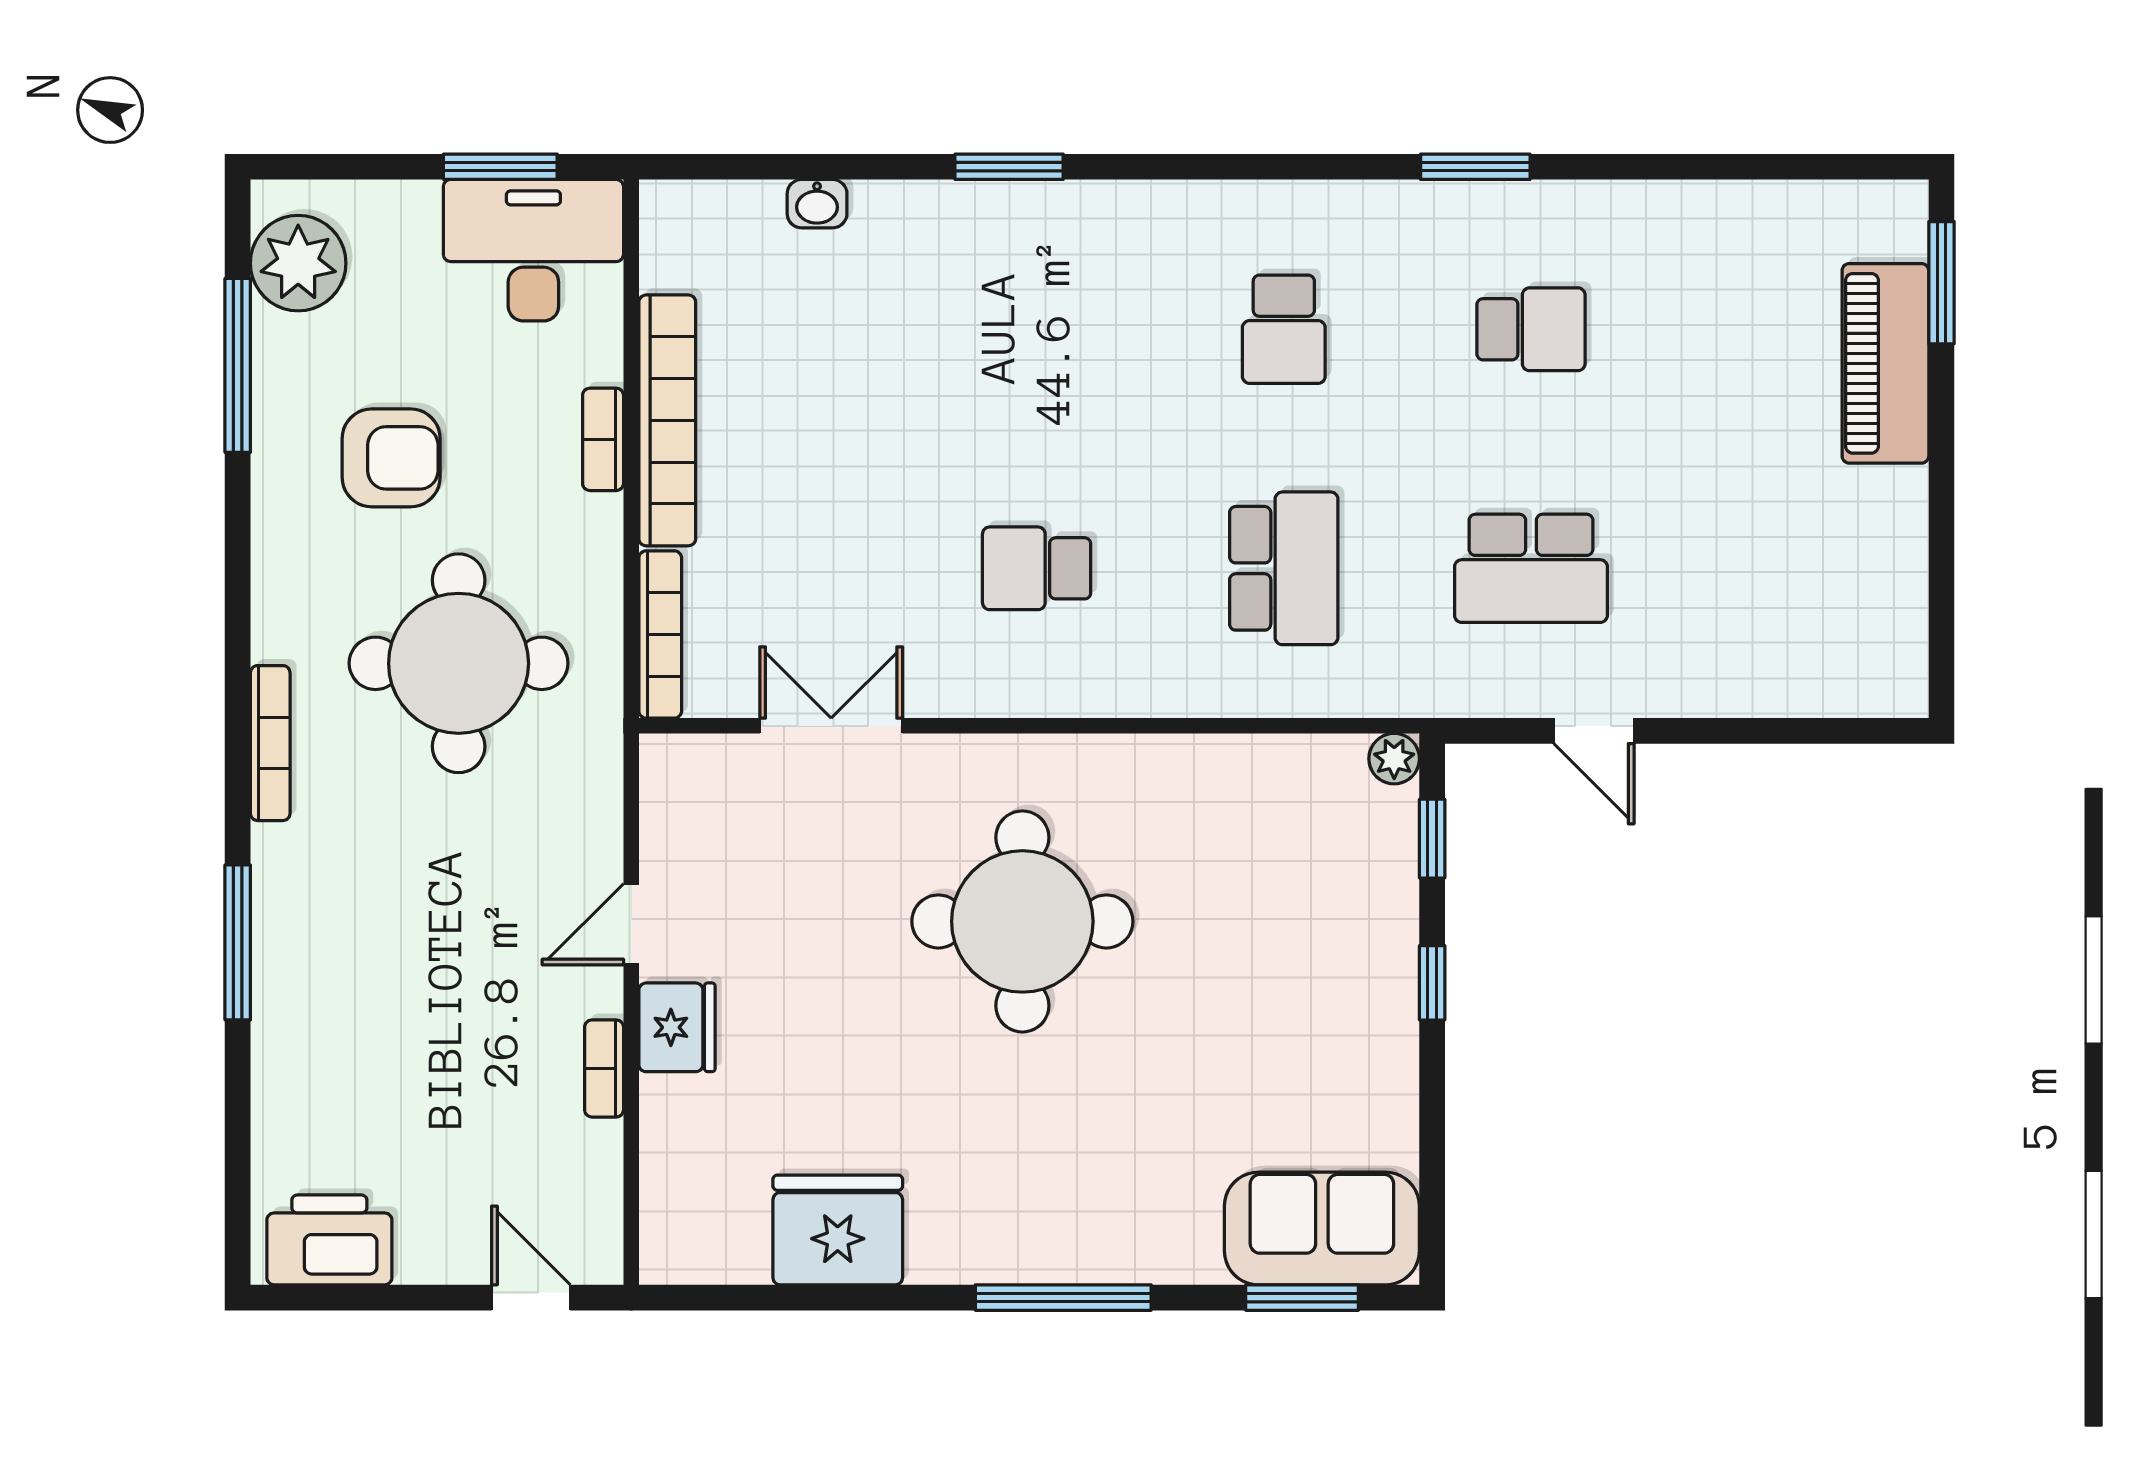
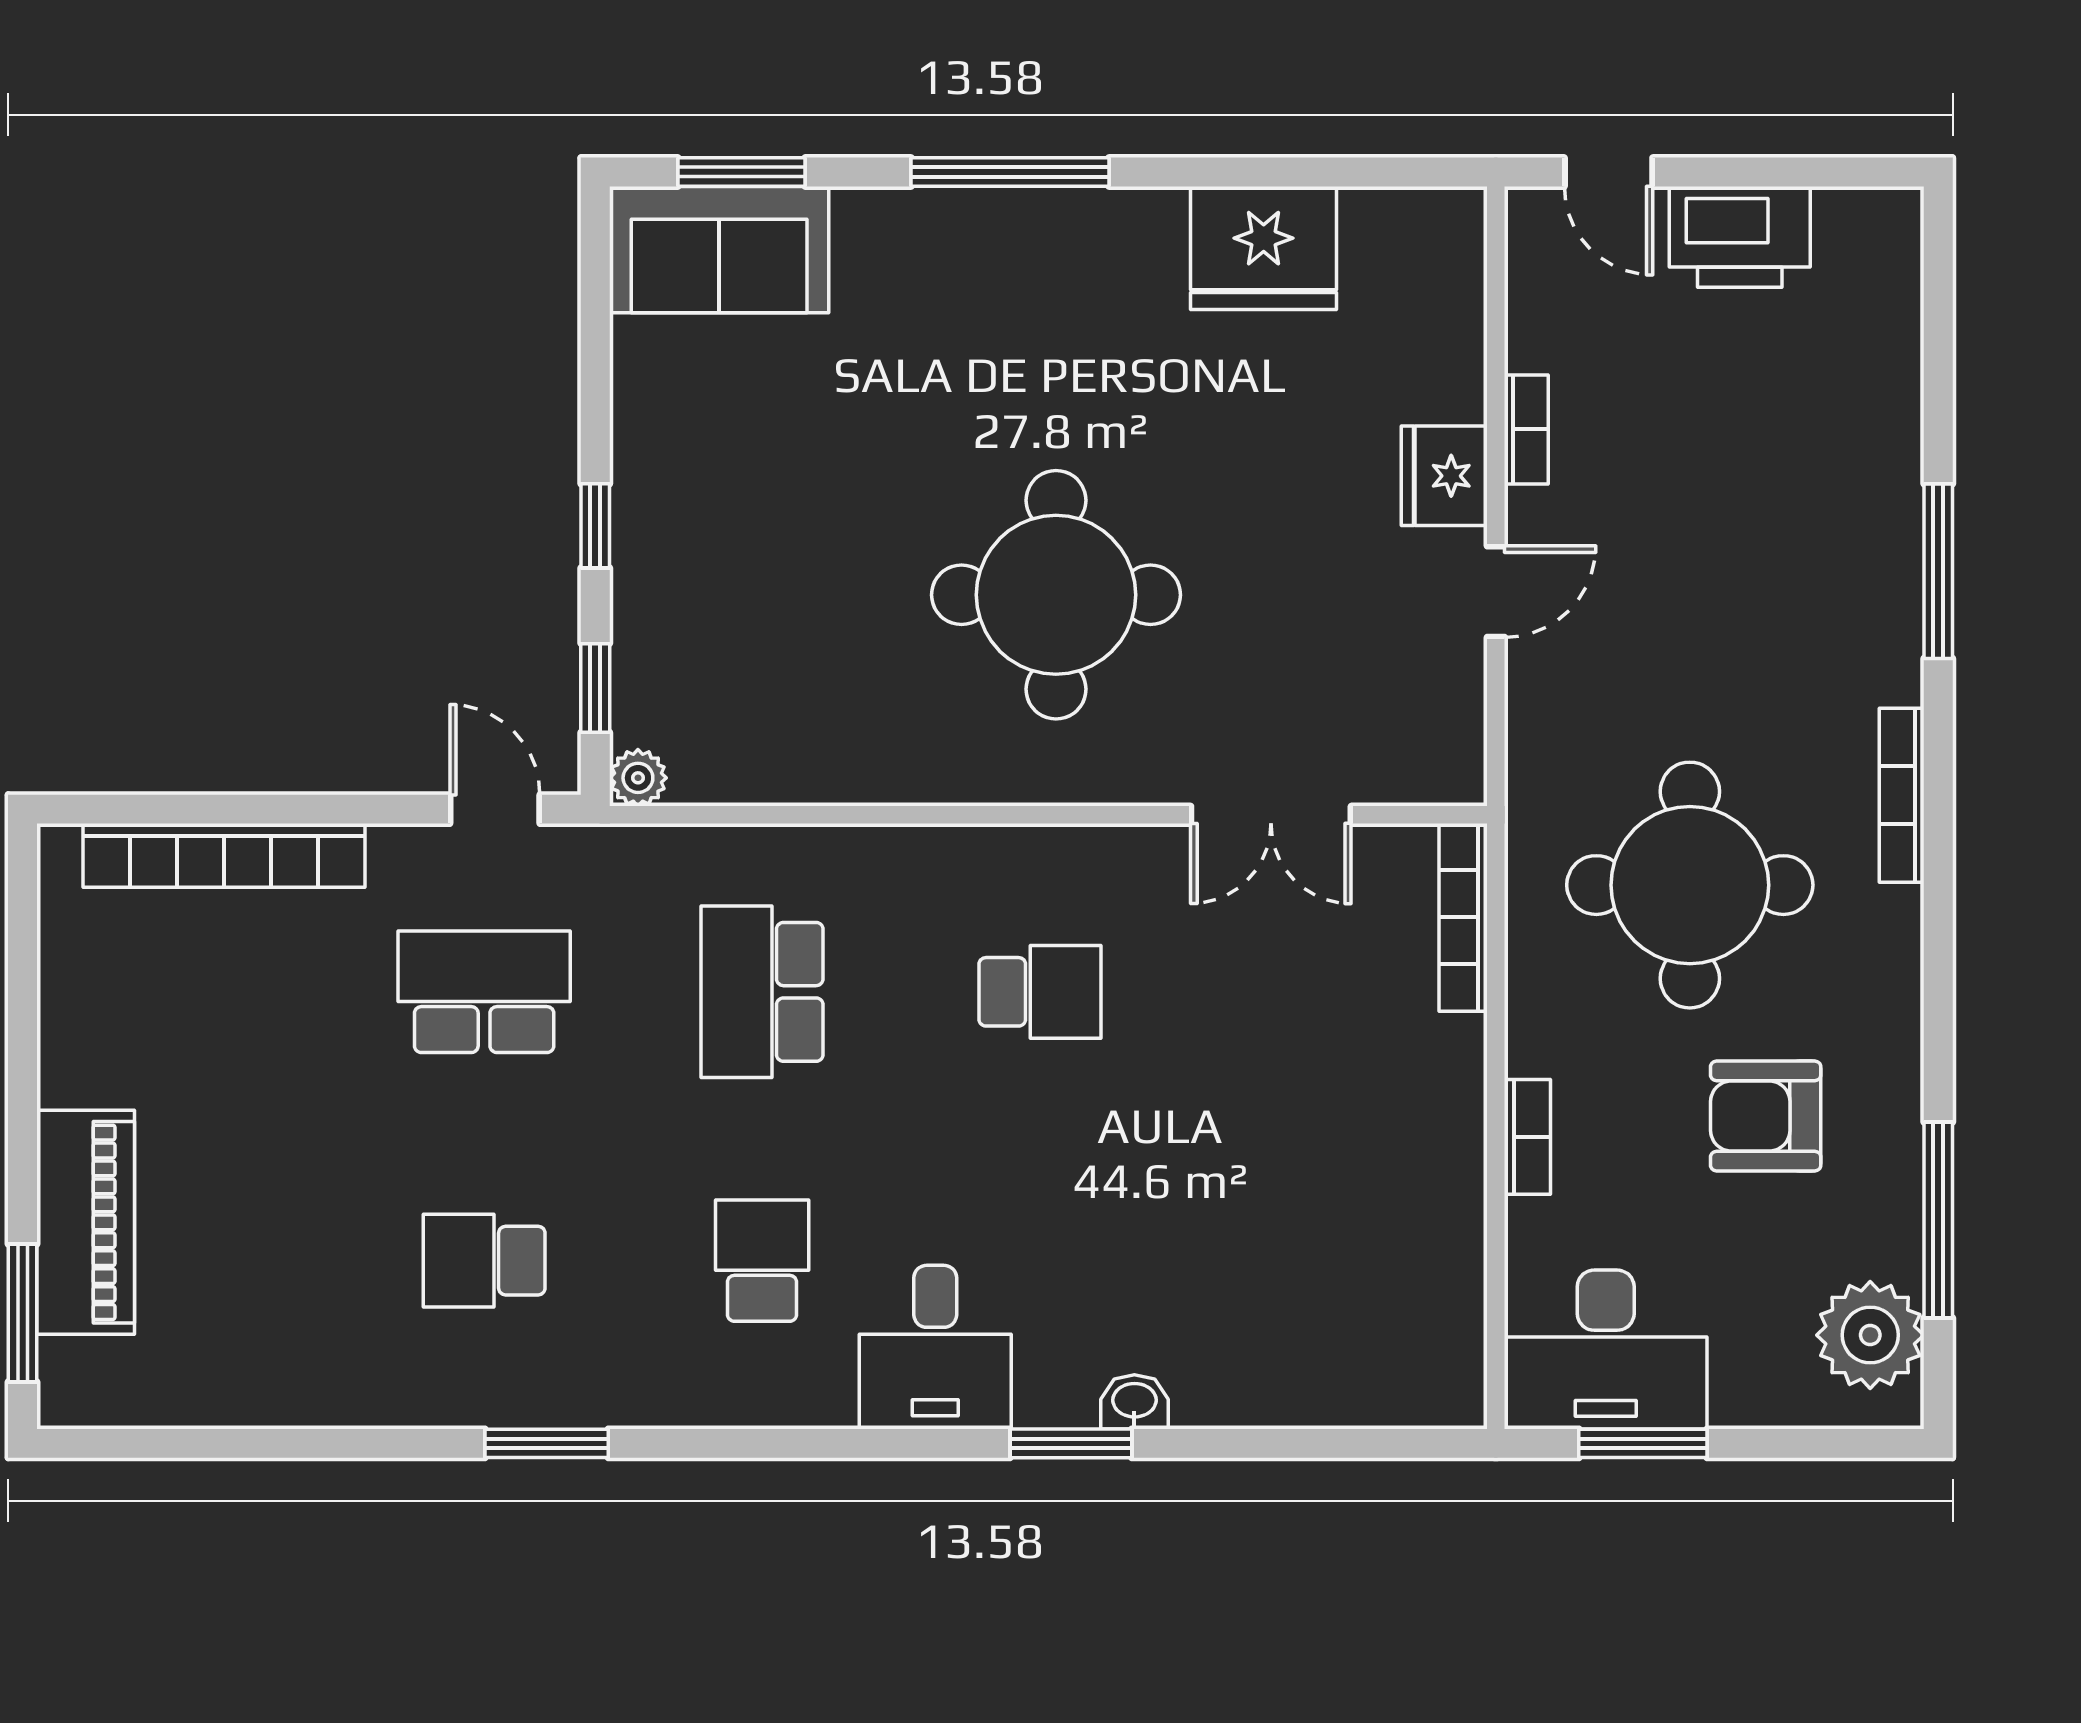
washbasin: (817, 204) -> (1134, 1402), moved
desk: (1130, 252) -> (935, 1347), added
bookcase: (667, 420) -> (224, 855), moved, turned -90
door: (1594, 731) -> (495, 809), moved
printer: (329, 1240) -> (1740, 237), moved

